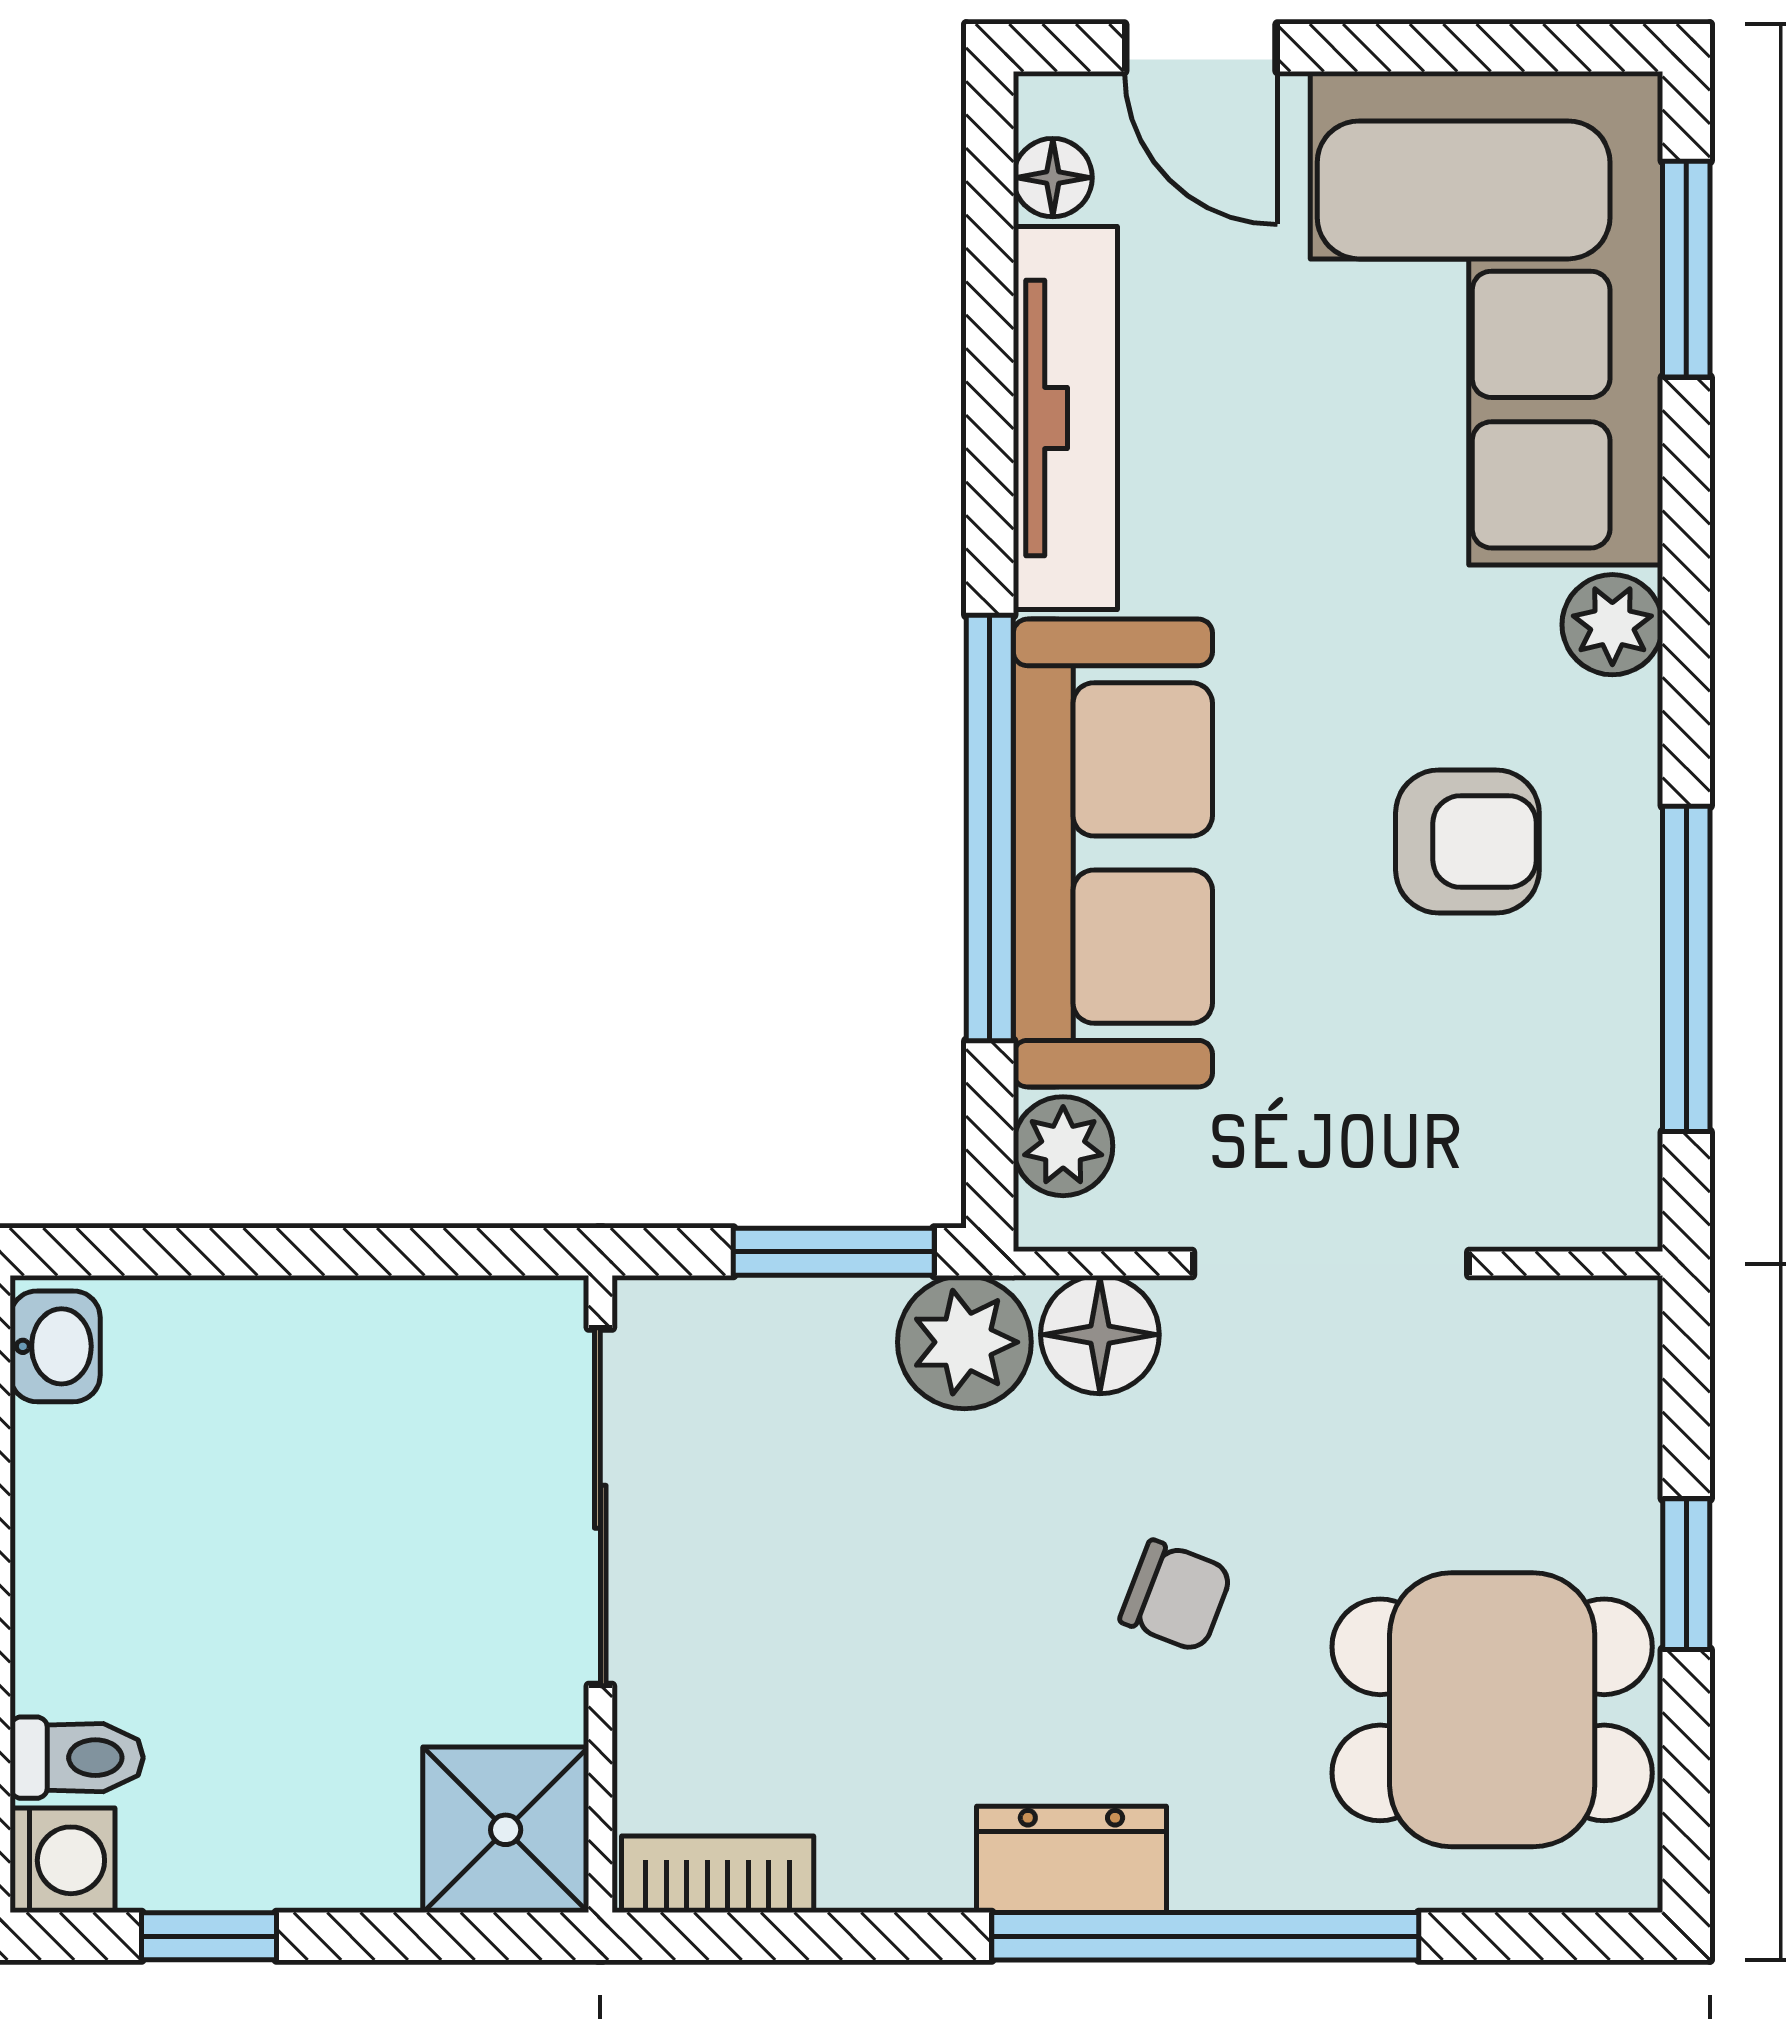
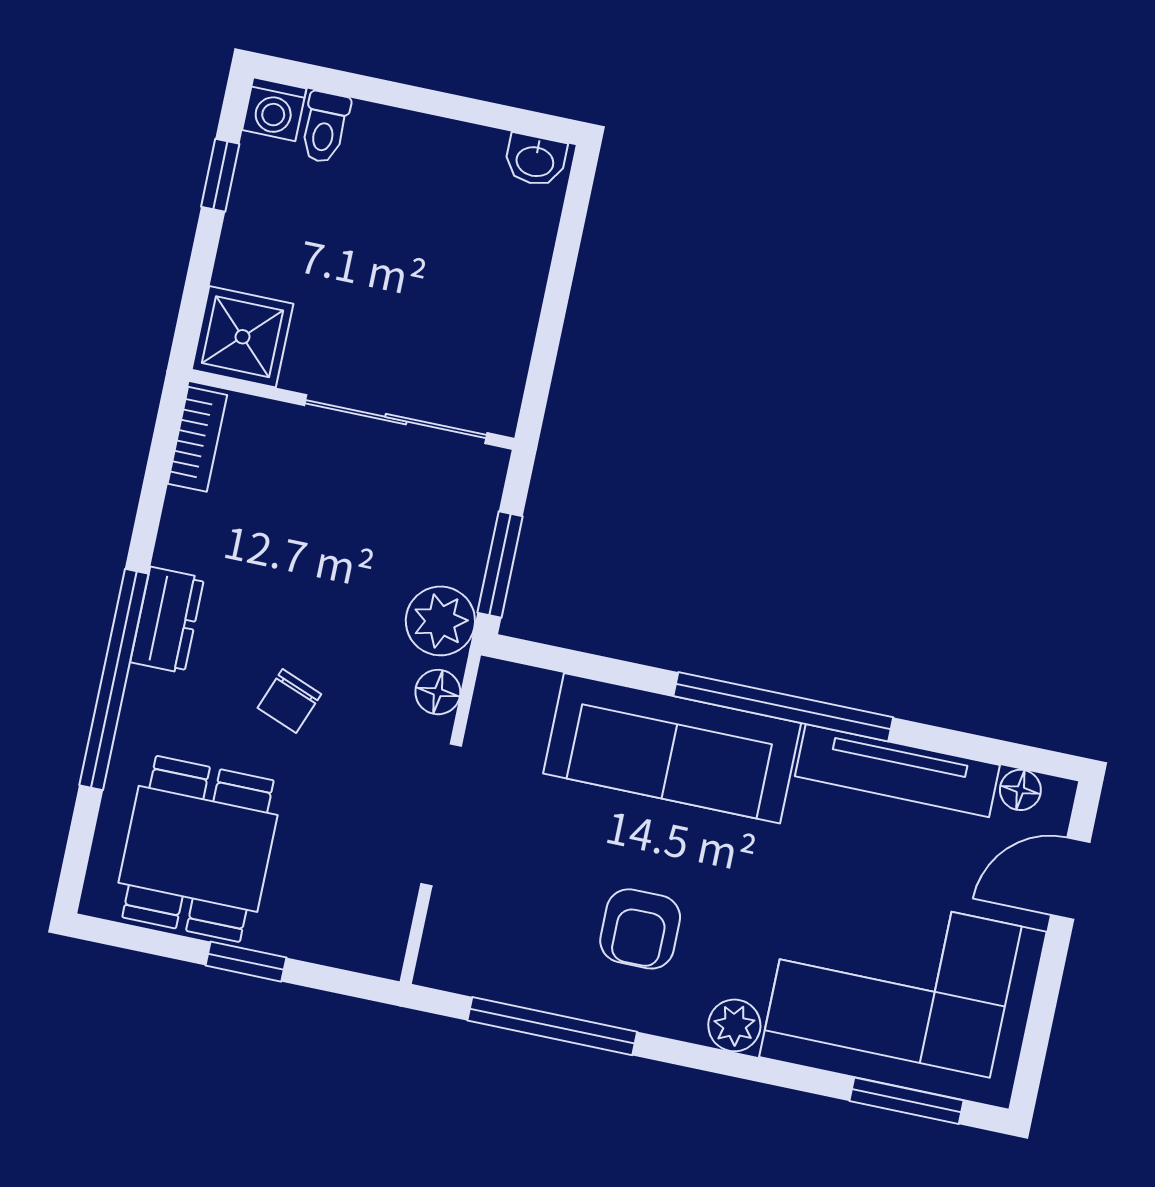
window: (990, 828) -> (783, 707), moved
plant: (1063, 1146) -> (529, 692), removed
floor lamp: (1100, 1335) -> (438, 692), width x0.73, depth x0.73

